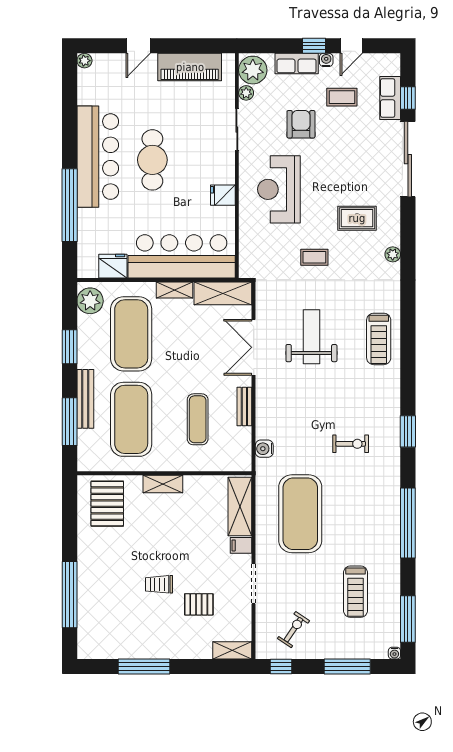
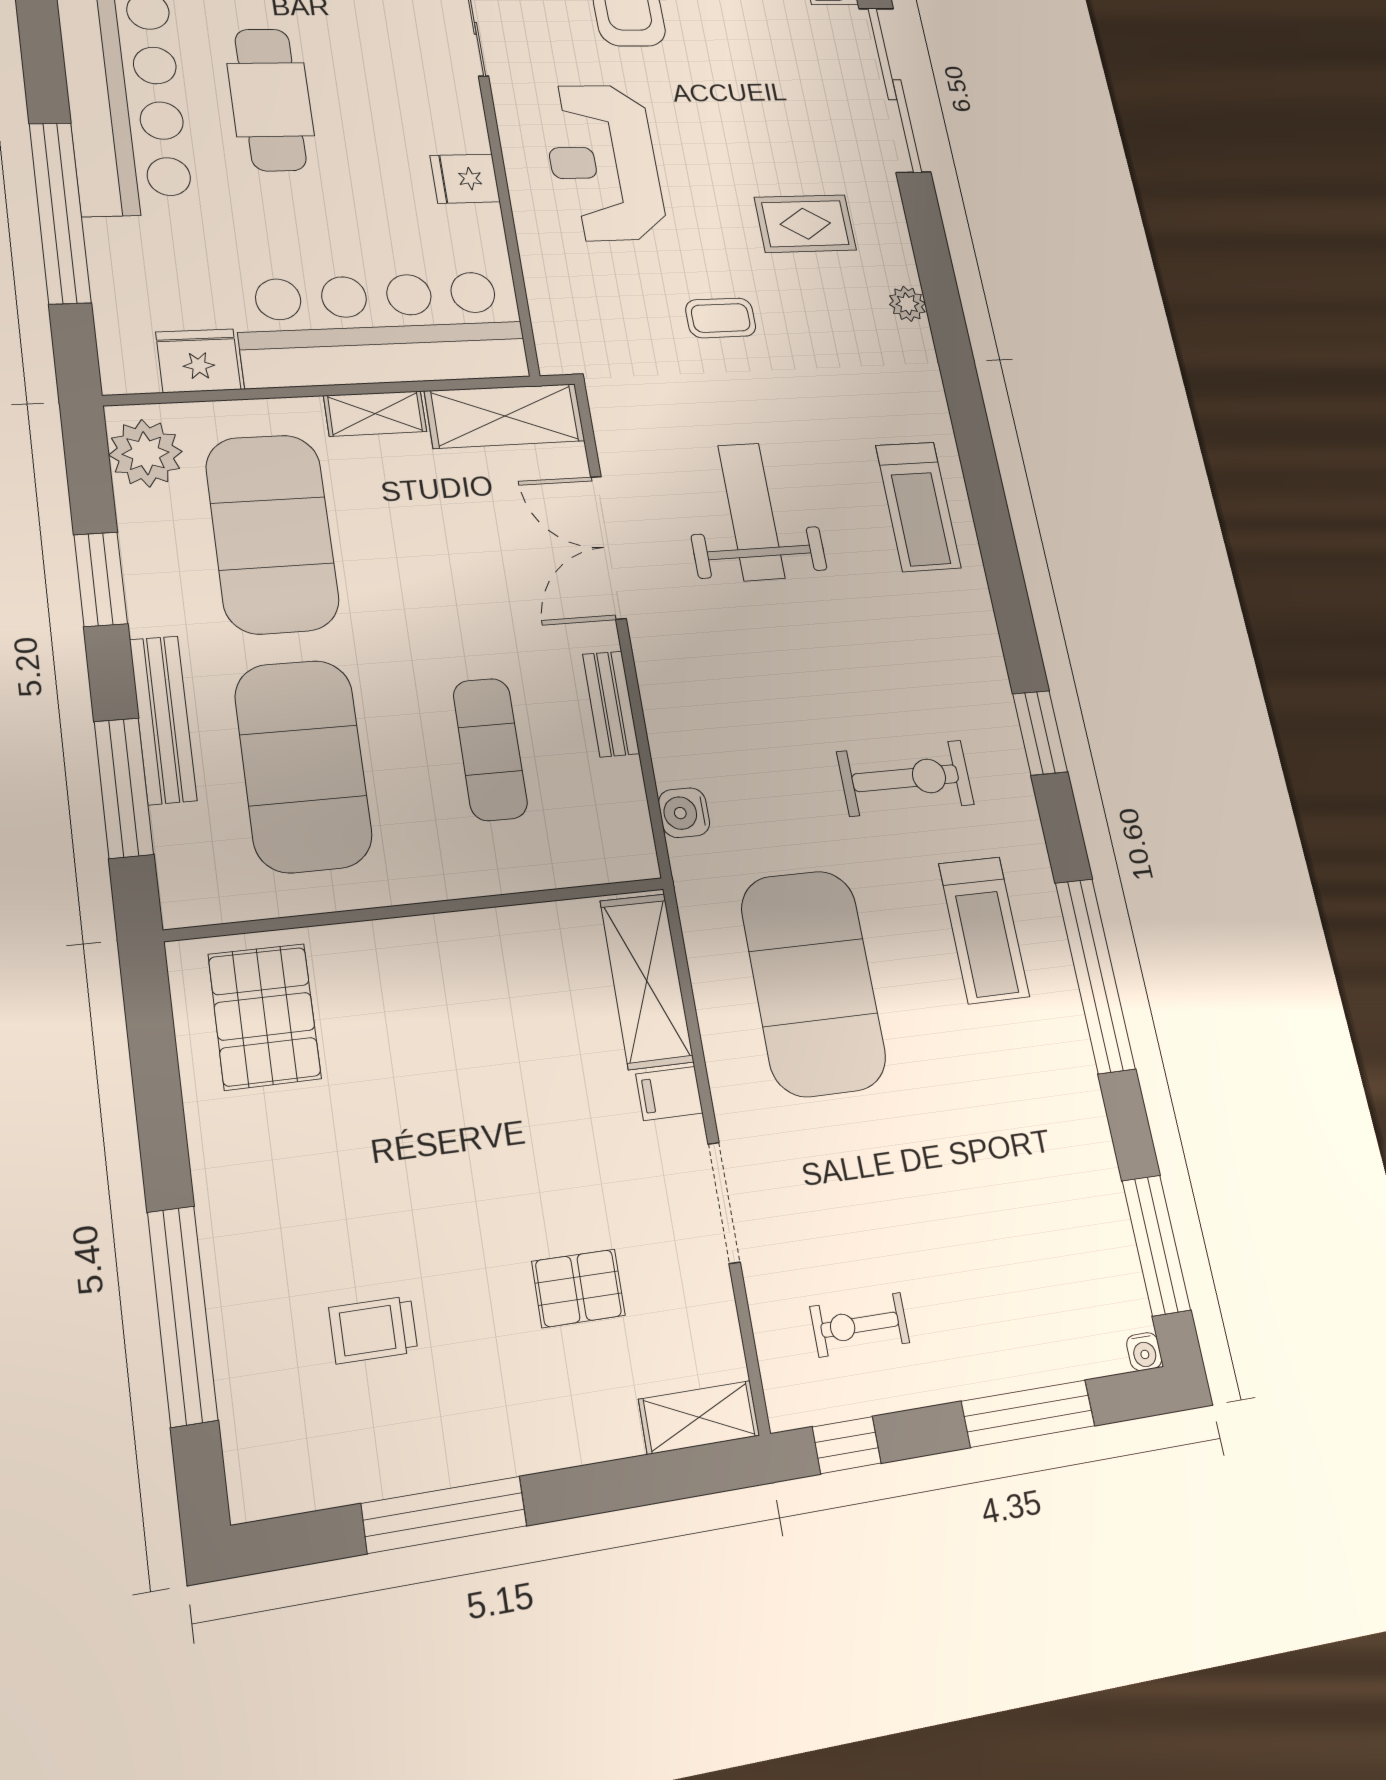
exercise bike: (351, 444) -> (905, 778), width x1.38, depth x1.39
shelving: (163, 484) -> (420, 941), removed
trolley: (159, 584) -> (373, 1330), moved
treadmill: (356, 592) -> (984, 930), moved
exercise bike: (293, 630) -> (860, 1325), turned -124

